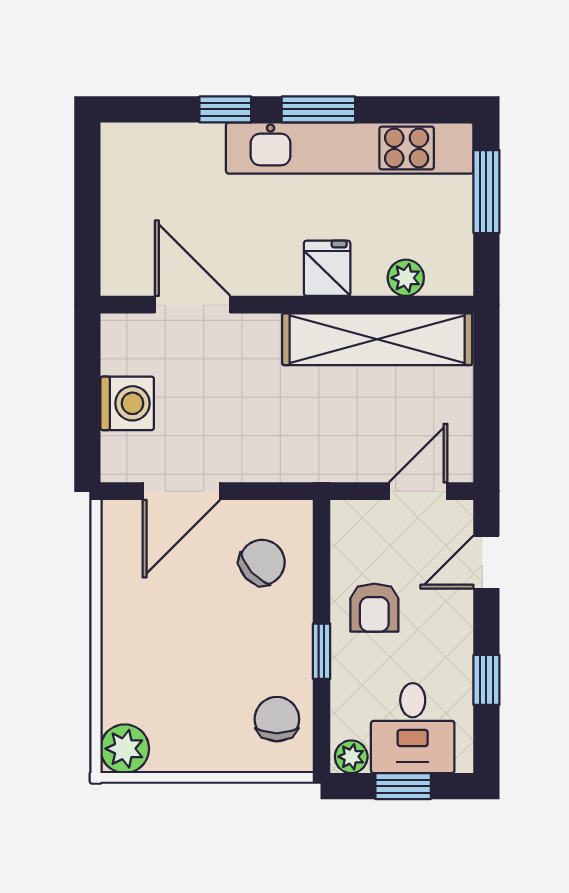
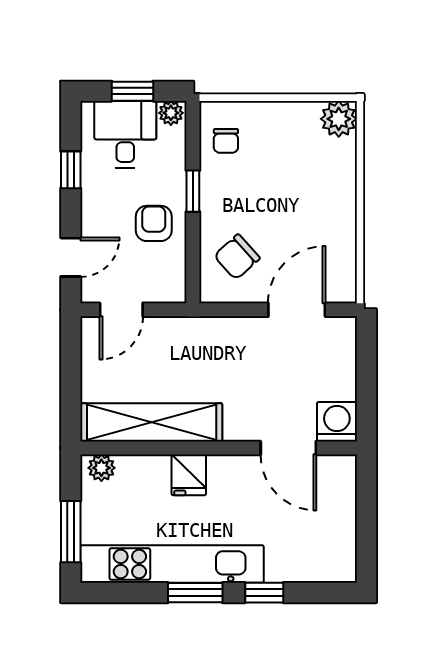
plant: (406, 278) -> (101, 468), moved
washing machine: (127, 403) -> (337, 422), moved, turned 90
chair: (277, 719) -> (226, 141), width x0.73, depth x0.73

